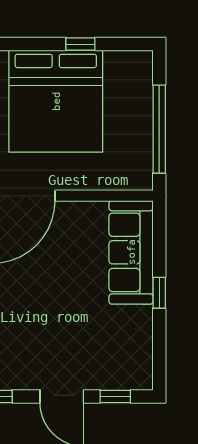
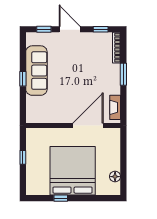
window: (159, 129) -> (23, 157), width x0.32
sofa: (131, 252) -> (36, 71), moved

